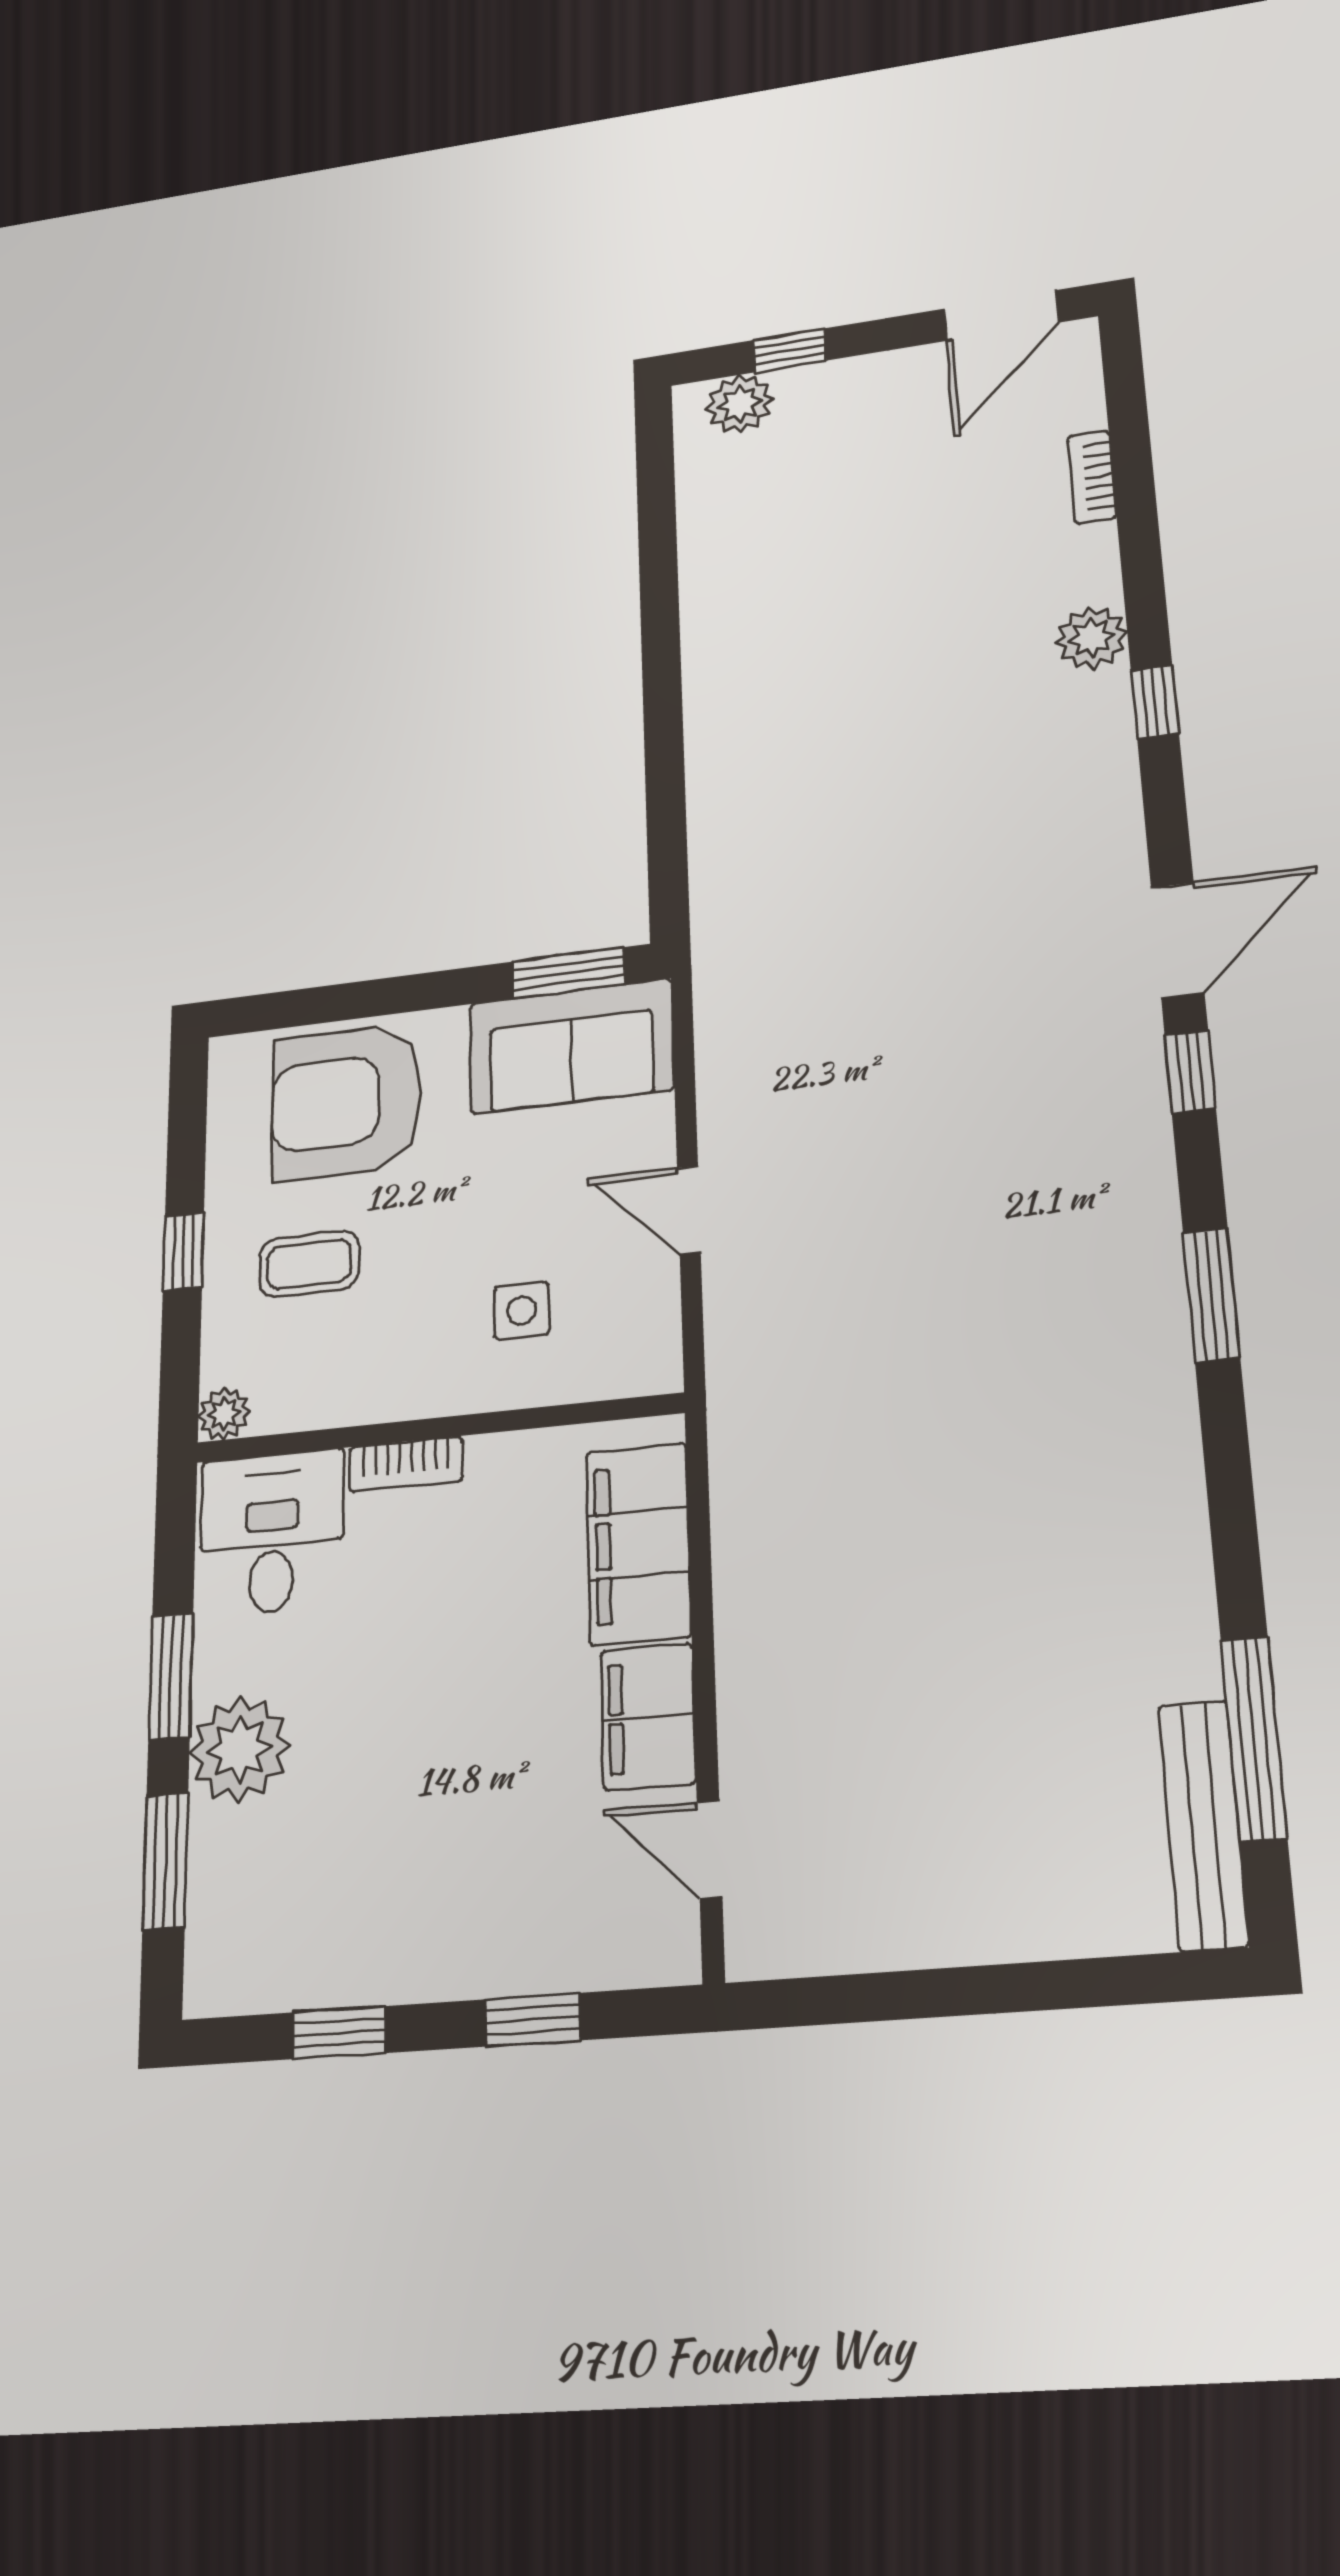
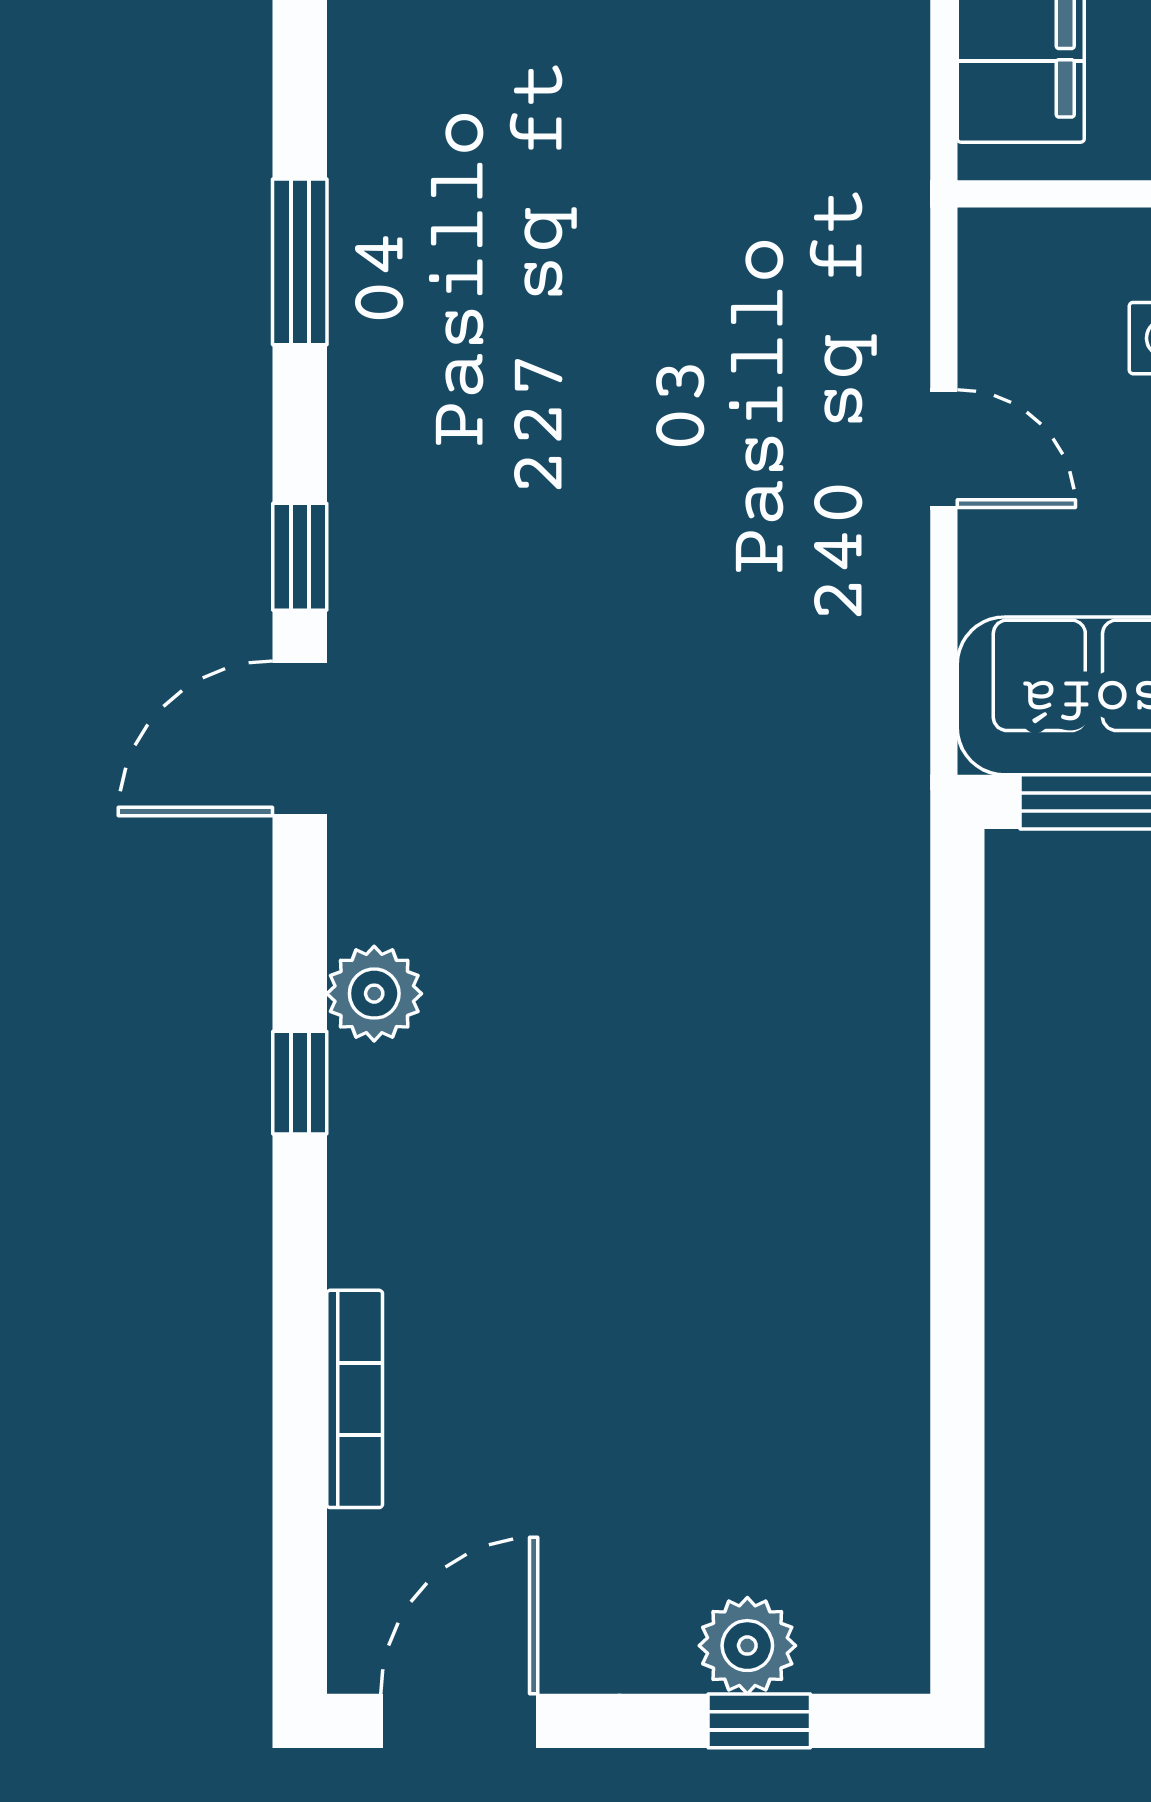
plant: (740, 404) -> (747, 1646), moved
bookcase: (1092, 477) -> (355, 1399), width x1.56
plant: (1092, 638) -> (374, 994), moved

